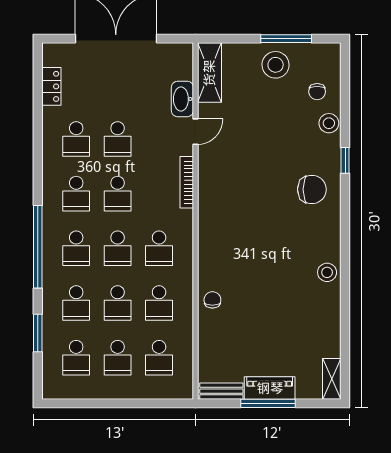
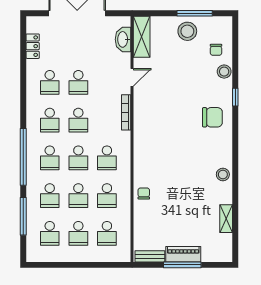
washbasin: (182, 99) -> (123, 39), moved
window: (38, 333) -> (23, 216), width x1.44
shelving: (332, 379) -> (226, 219), moved

